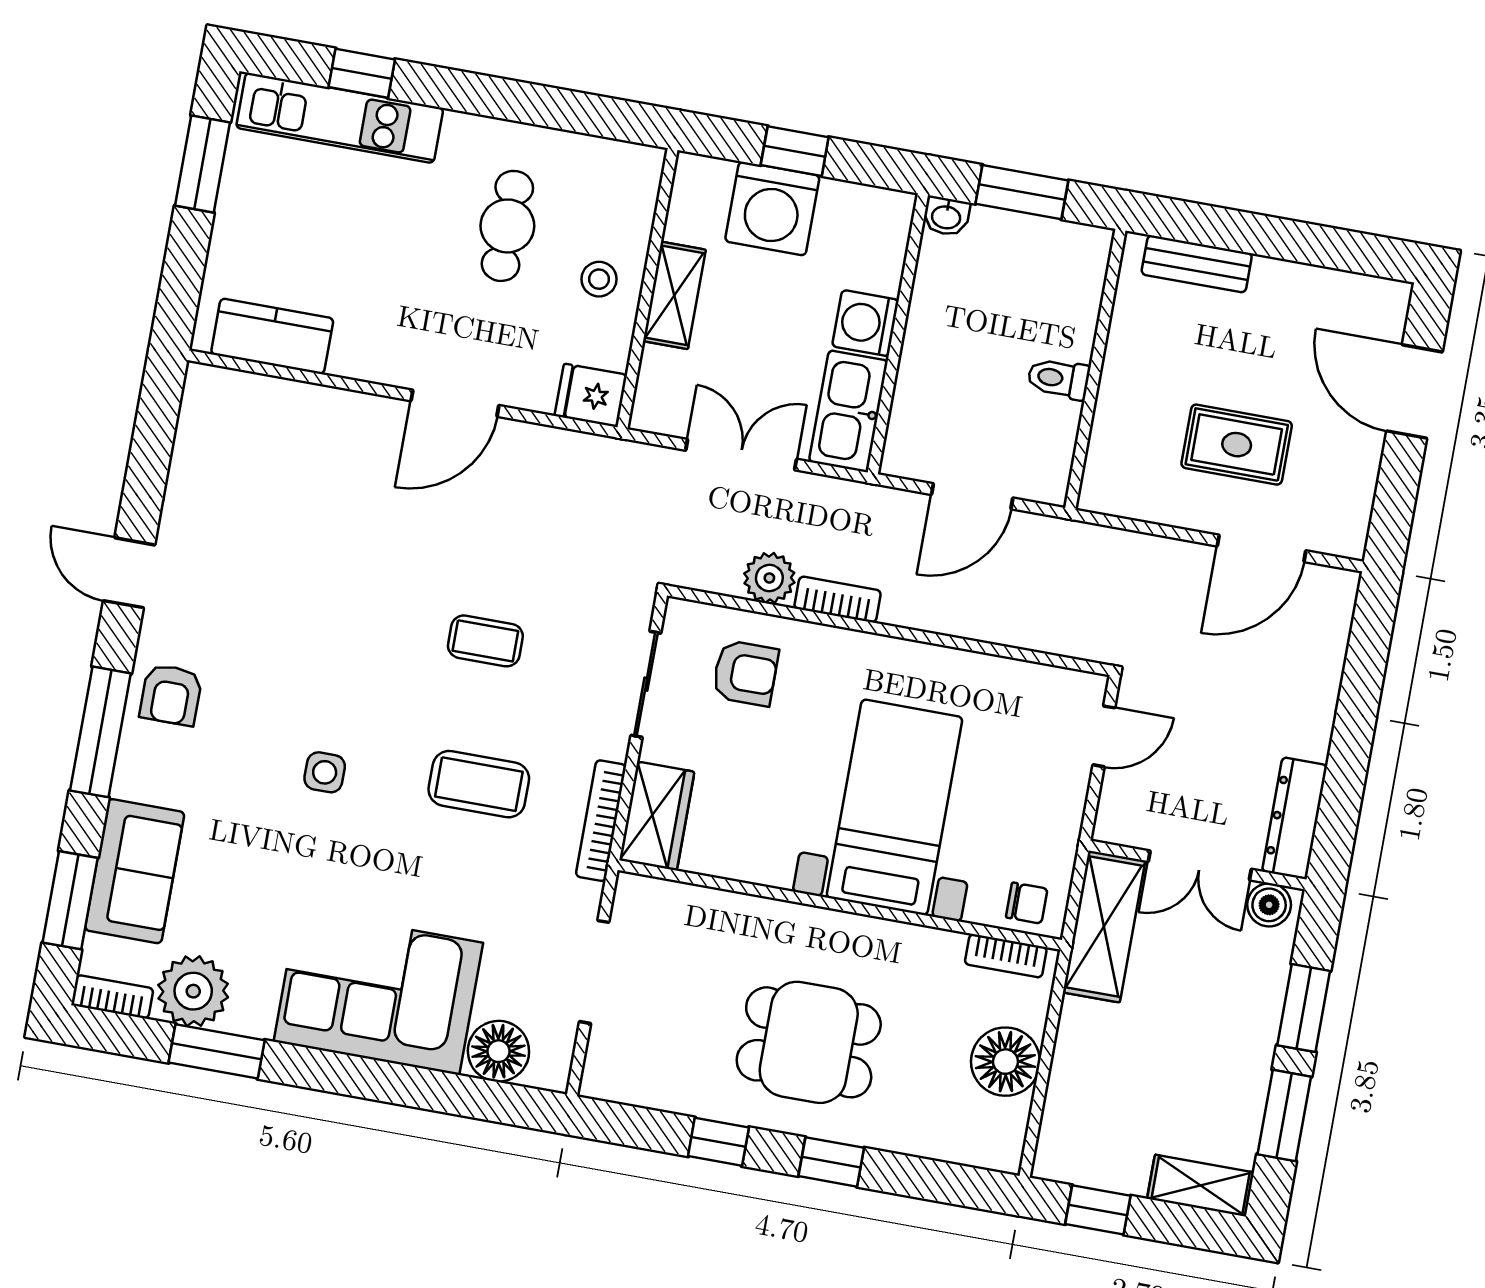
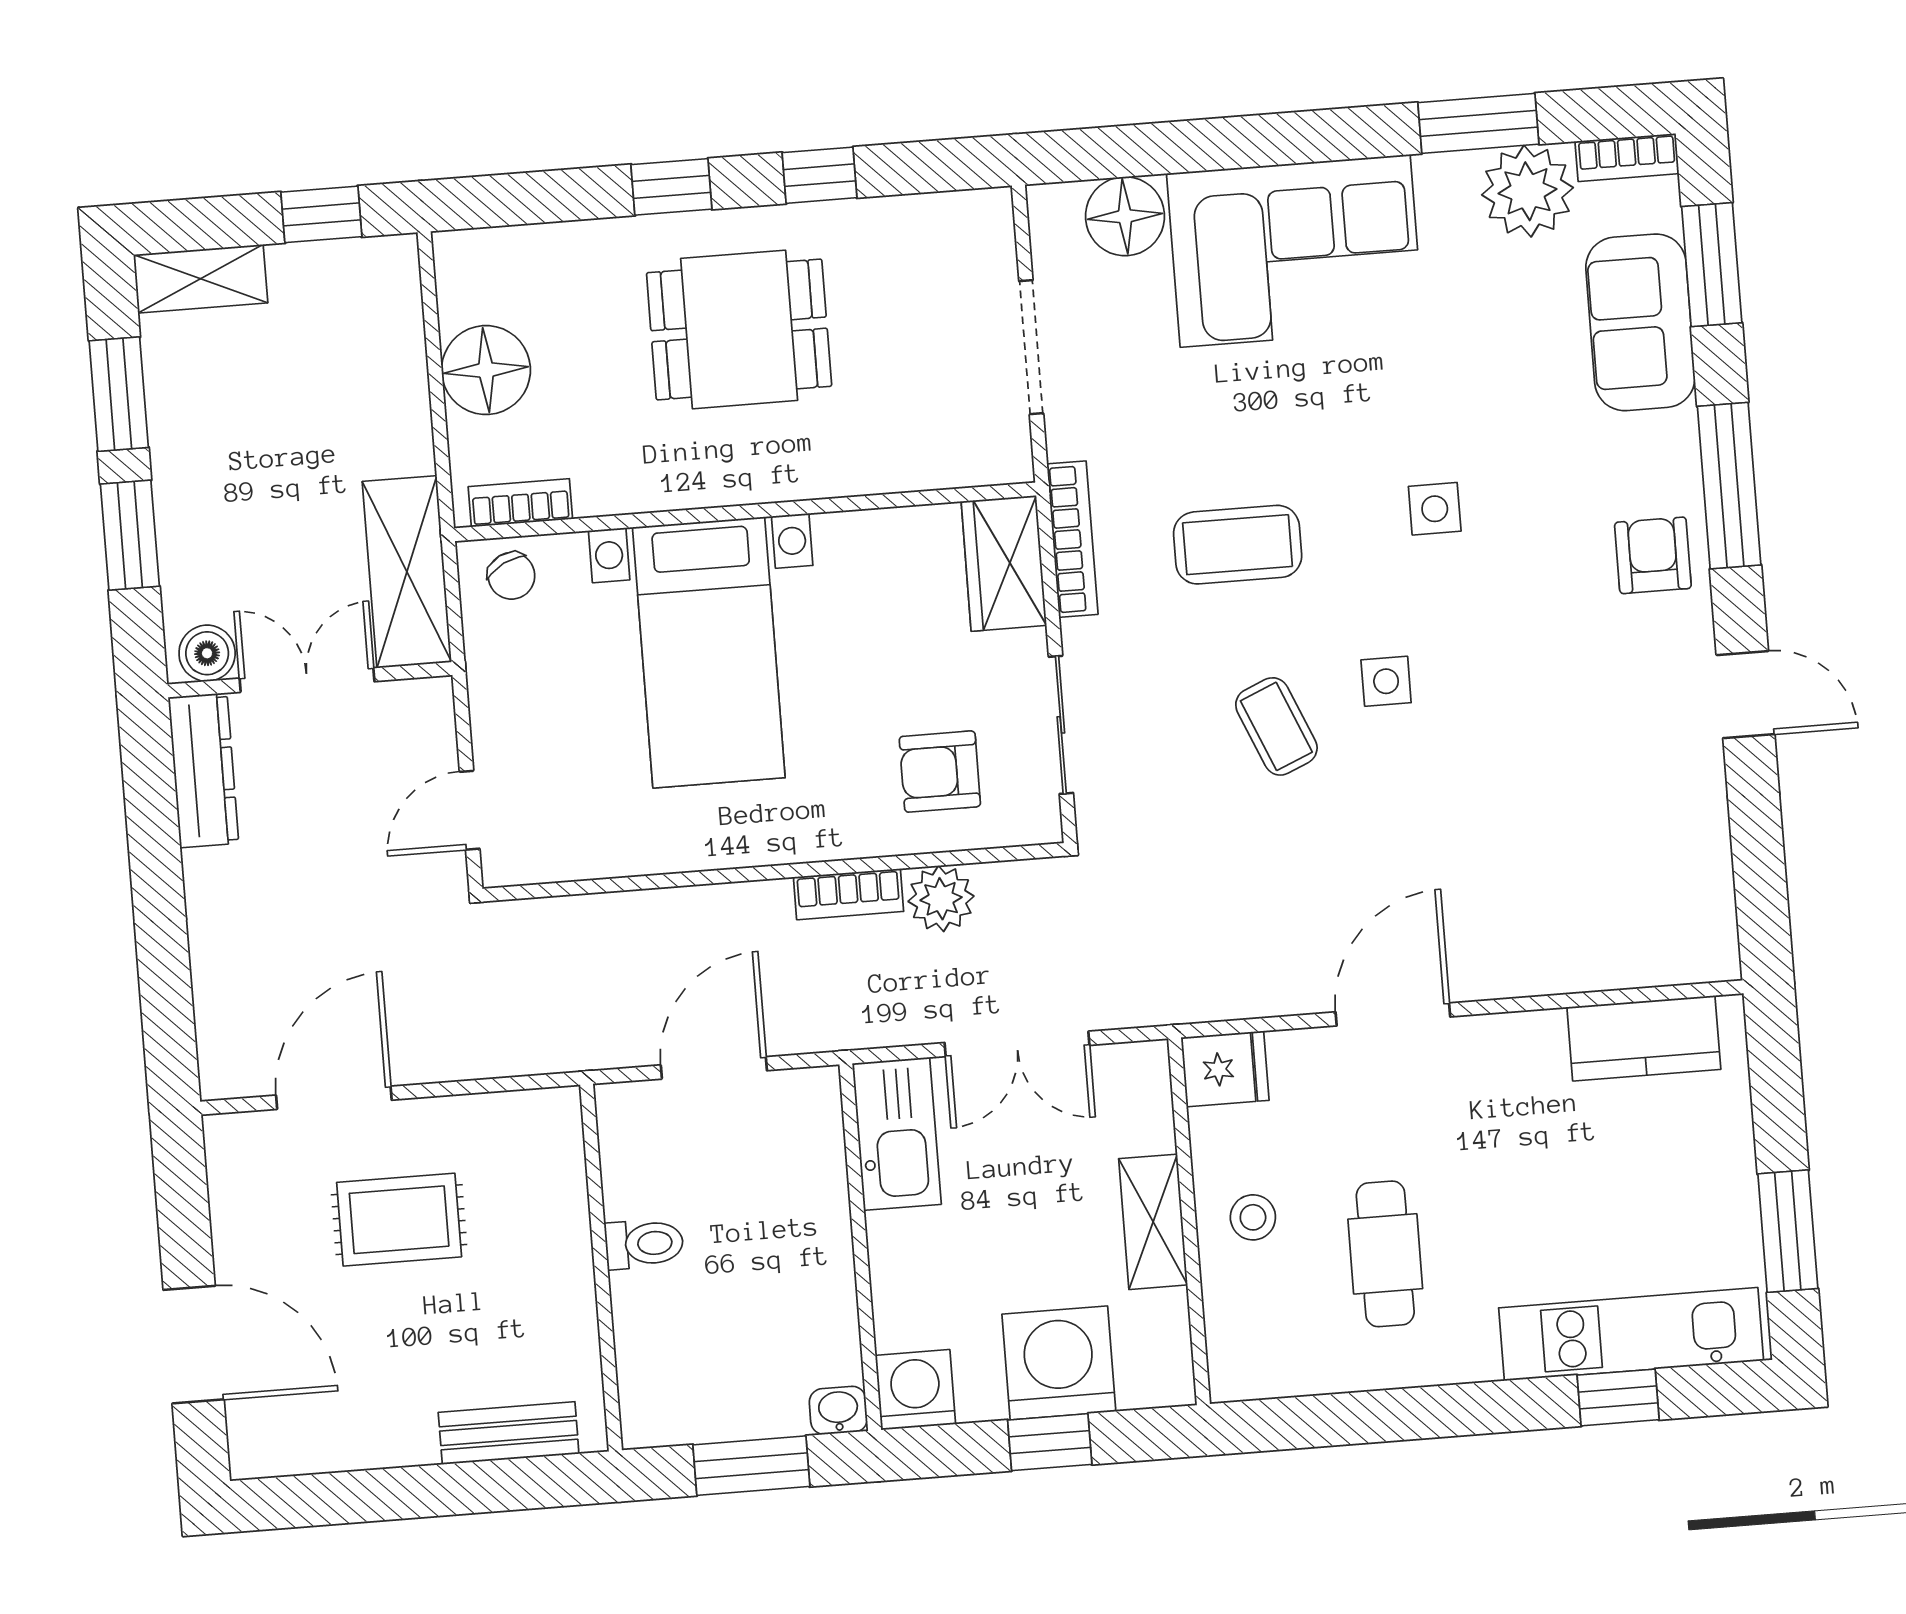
washing machine: (865, 323) -> (915, 1390), moved, turned -90
coffee table: (485, 641) -> (1276, 726), turned 67
side table: (395, 653) -> (1386, 681), added
chair: (1027, 903) -> (511, 576), turned -117

